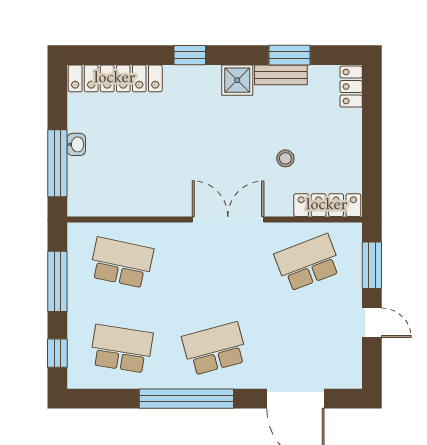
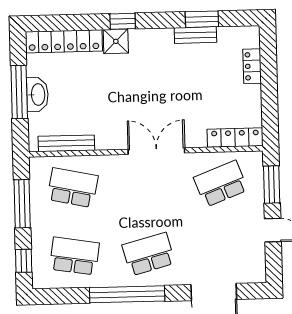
shower: (237, 80) -> (116, 41), moved
locker: (351, 87) -> (252, 66), moved
washbasin: (76, 144) -> (37, 95), width x1.91, depth x1.45
stool: (285, 158) -> (201, 101), removed
window: (57, 163) -> (19, 92), moved
bench: (115, 207) -> (66, 143), added

